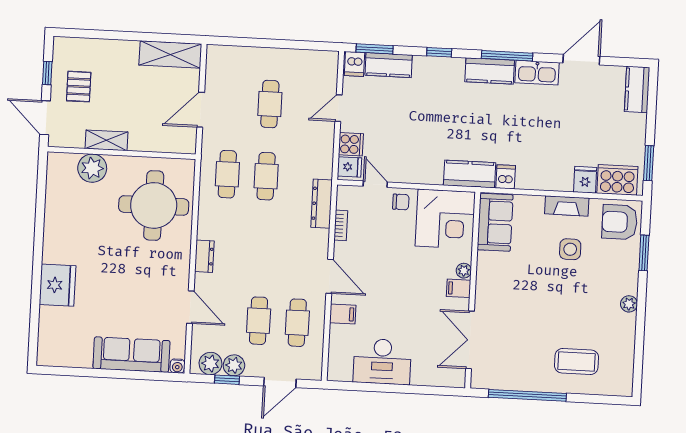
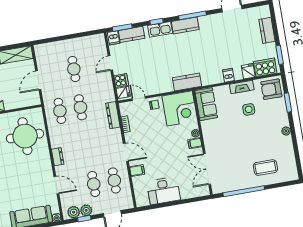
kitchen sink: (537, 73) -> (160, 29), moved
kitchen counter: (637, 89) -> (267, 30), moved
dishwasher: (506, 177) -> (228, 75), moved

